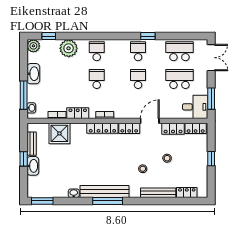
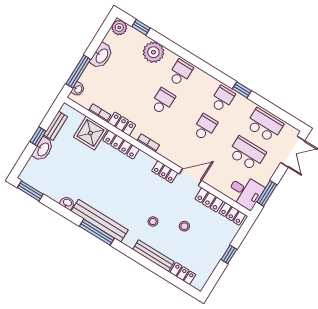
locker: (102, 128) -> (121, 145), moved

